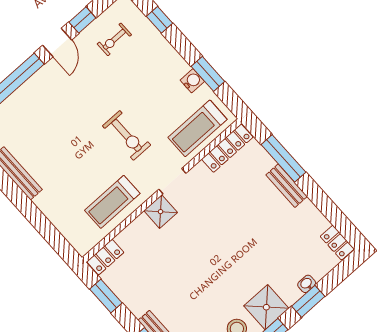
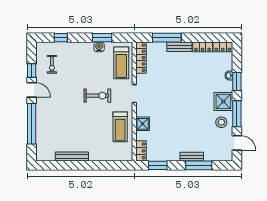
shower: (161, 212) -> (143, 124), moved
locker: (313, 216) -> (203, 47), added

